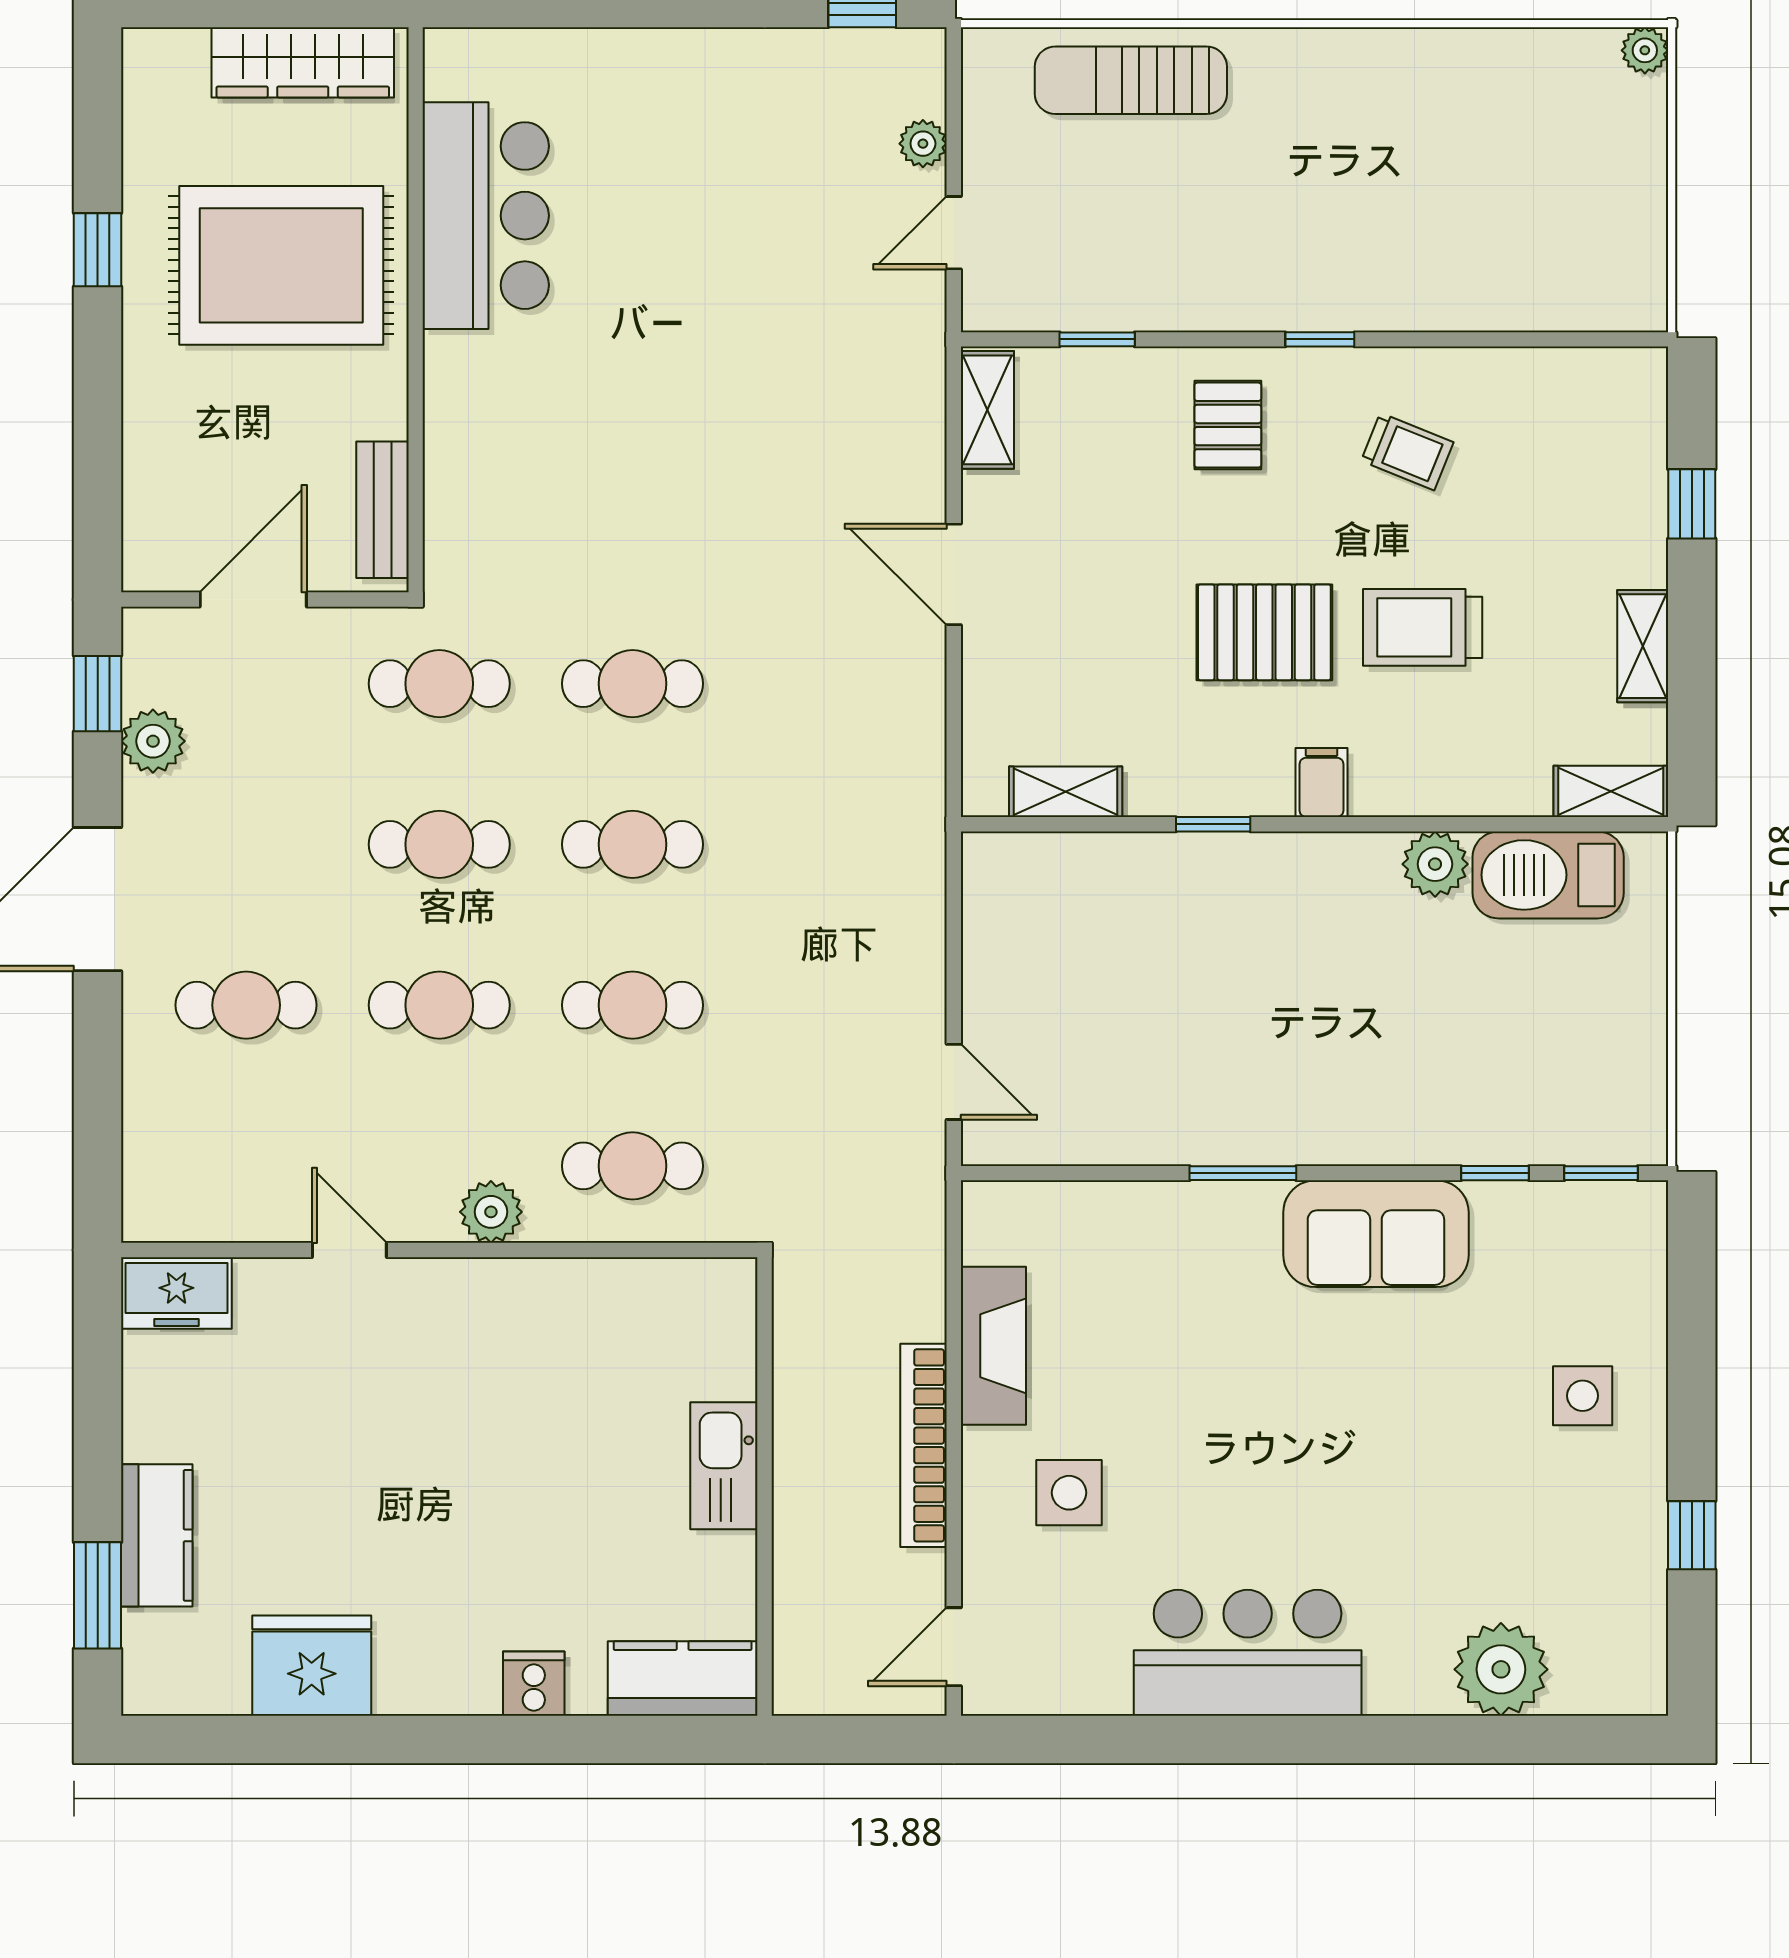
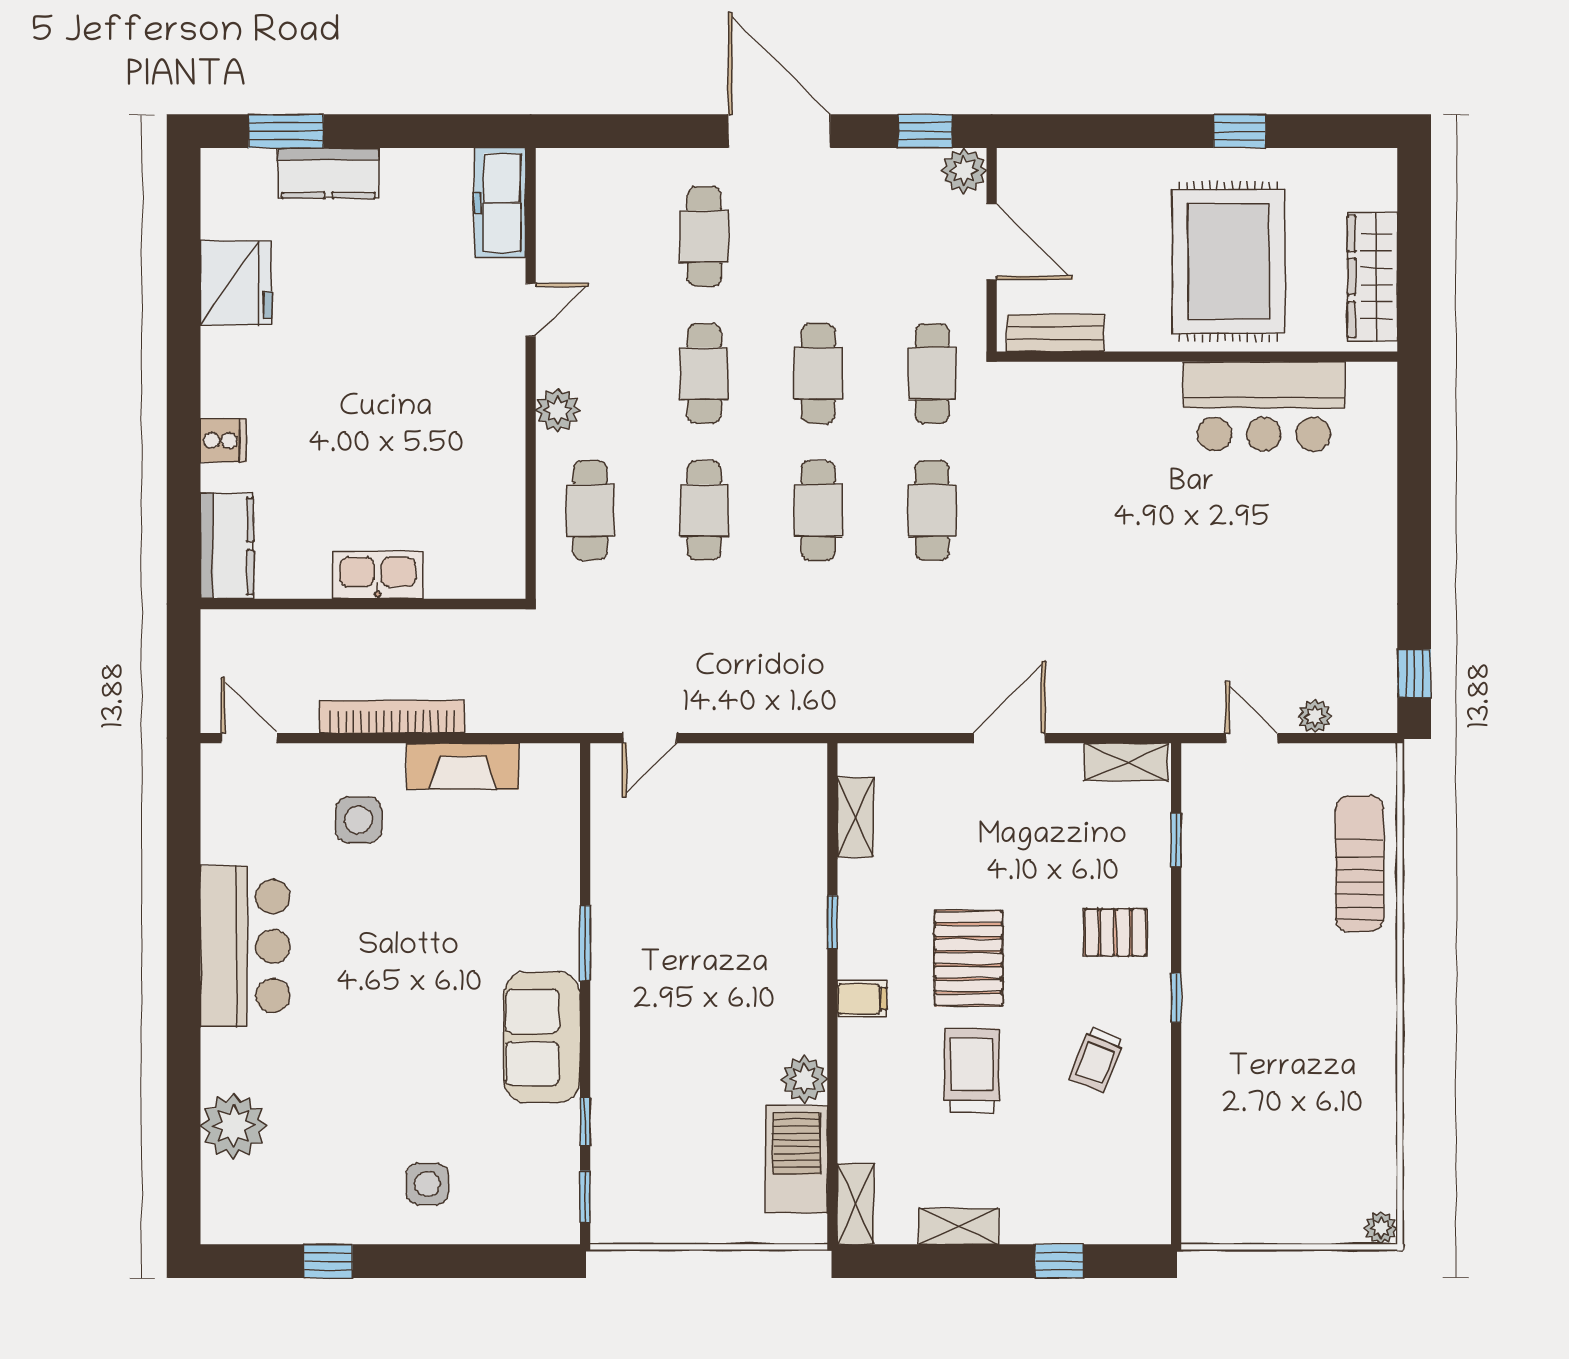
plant: (153, 741) -> (964, 171), moved
freezer: (176, 1293) -> (500, 203), width x1.40

